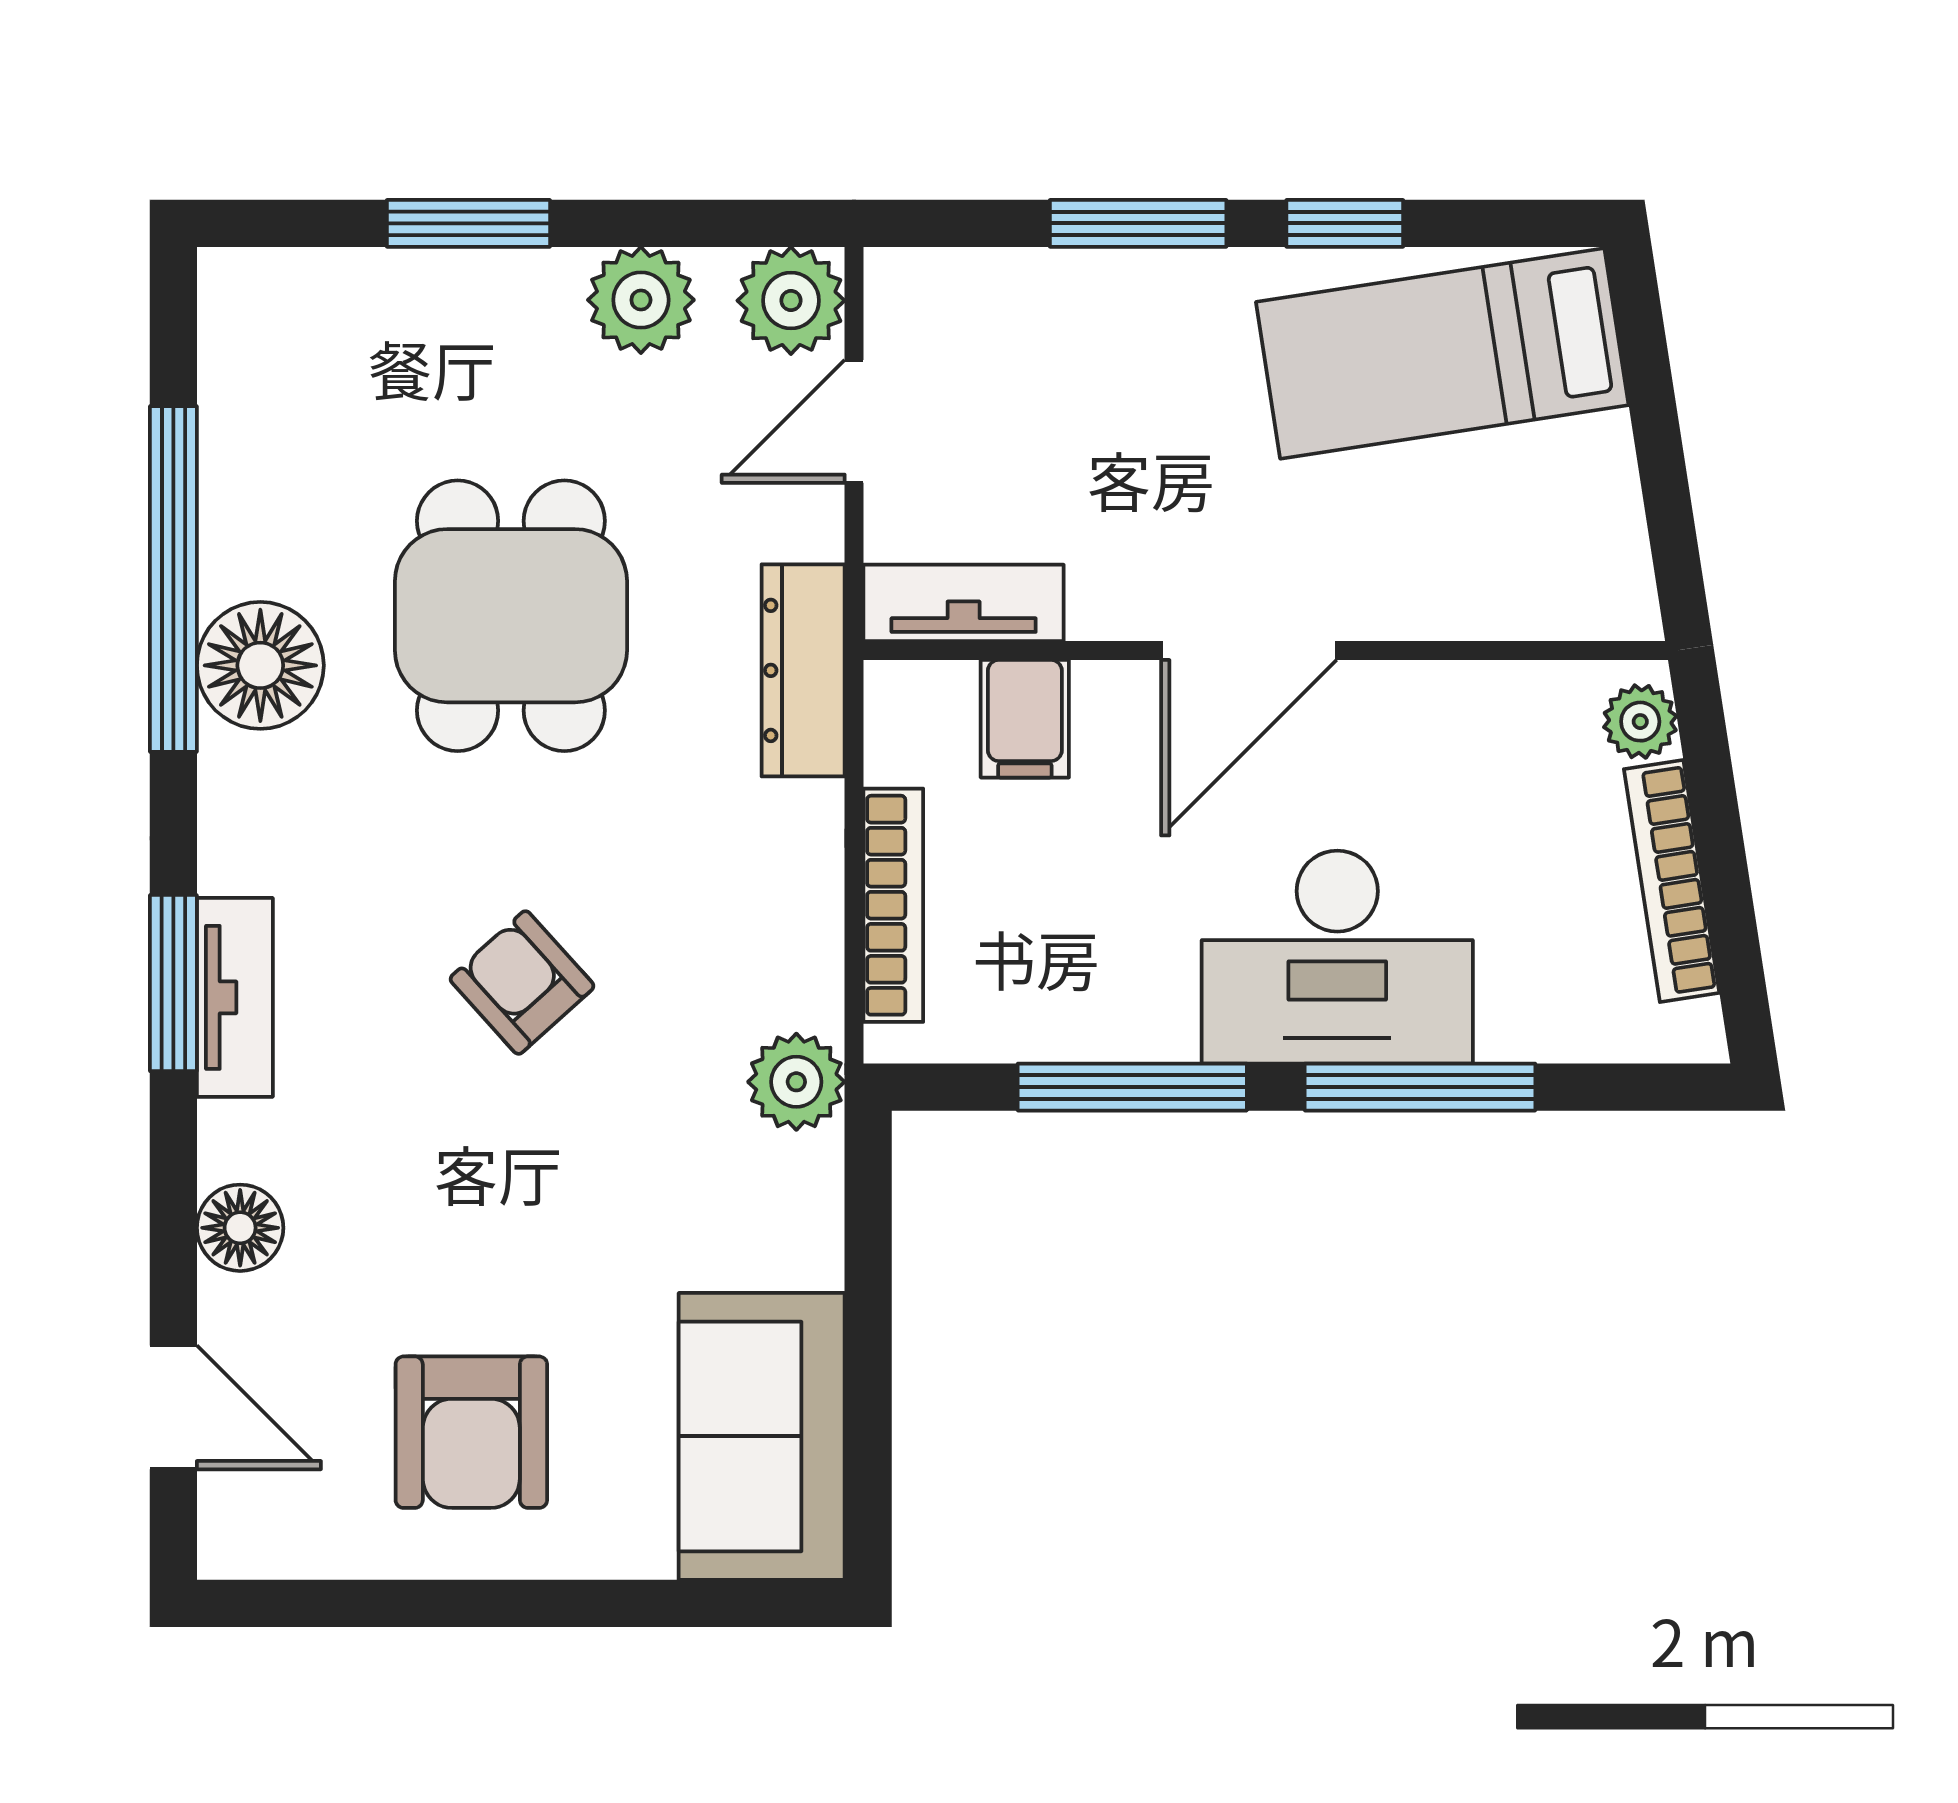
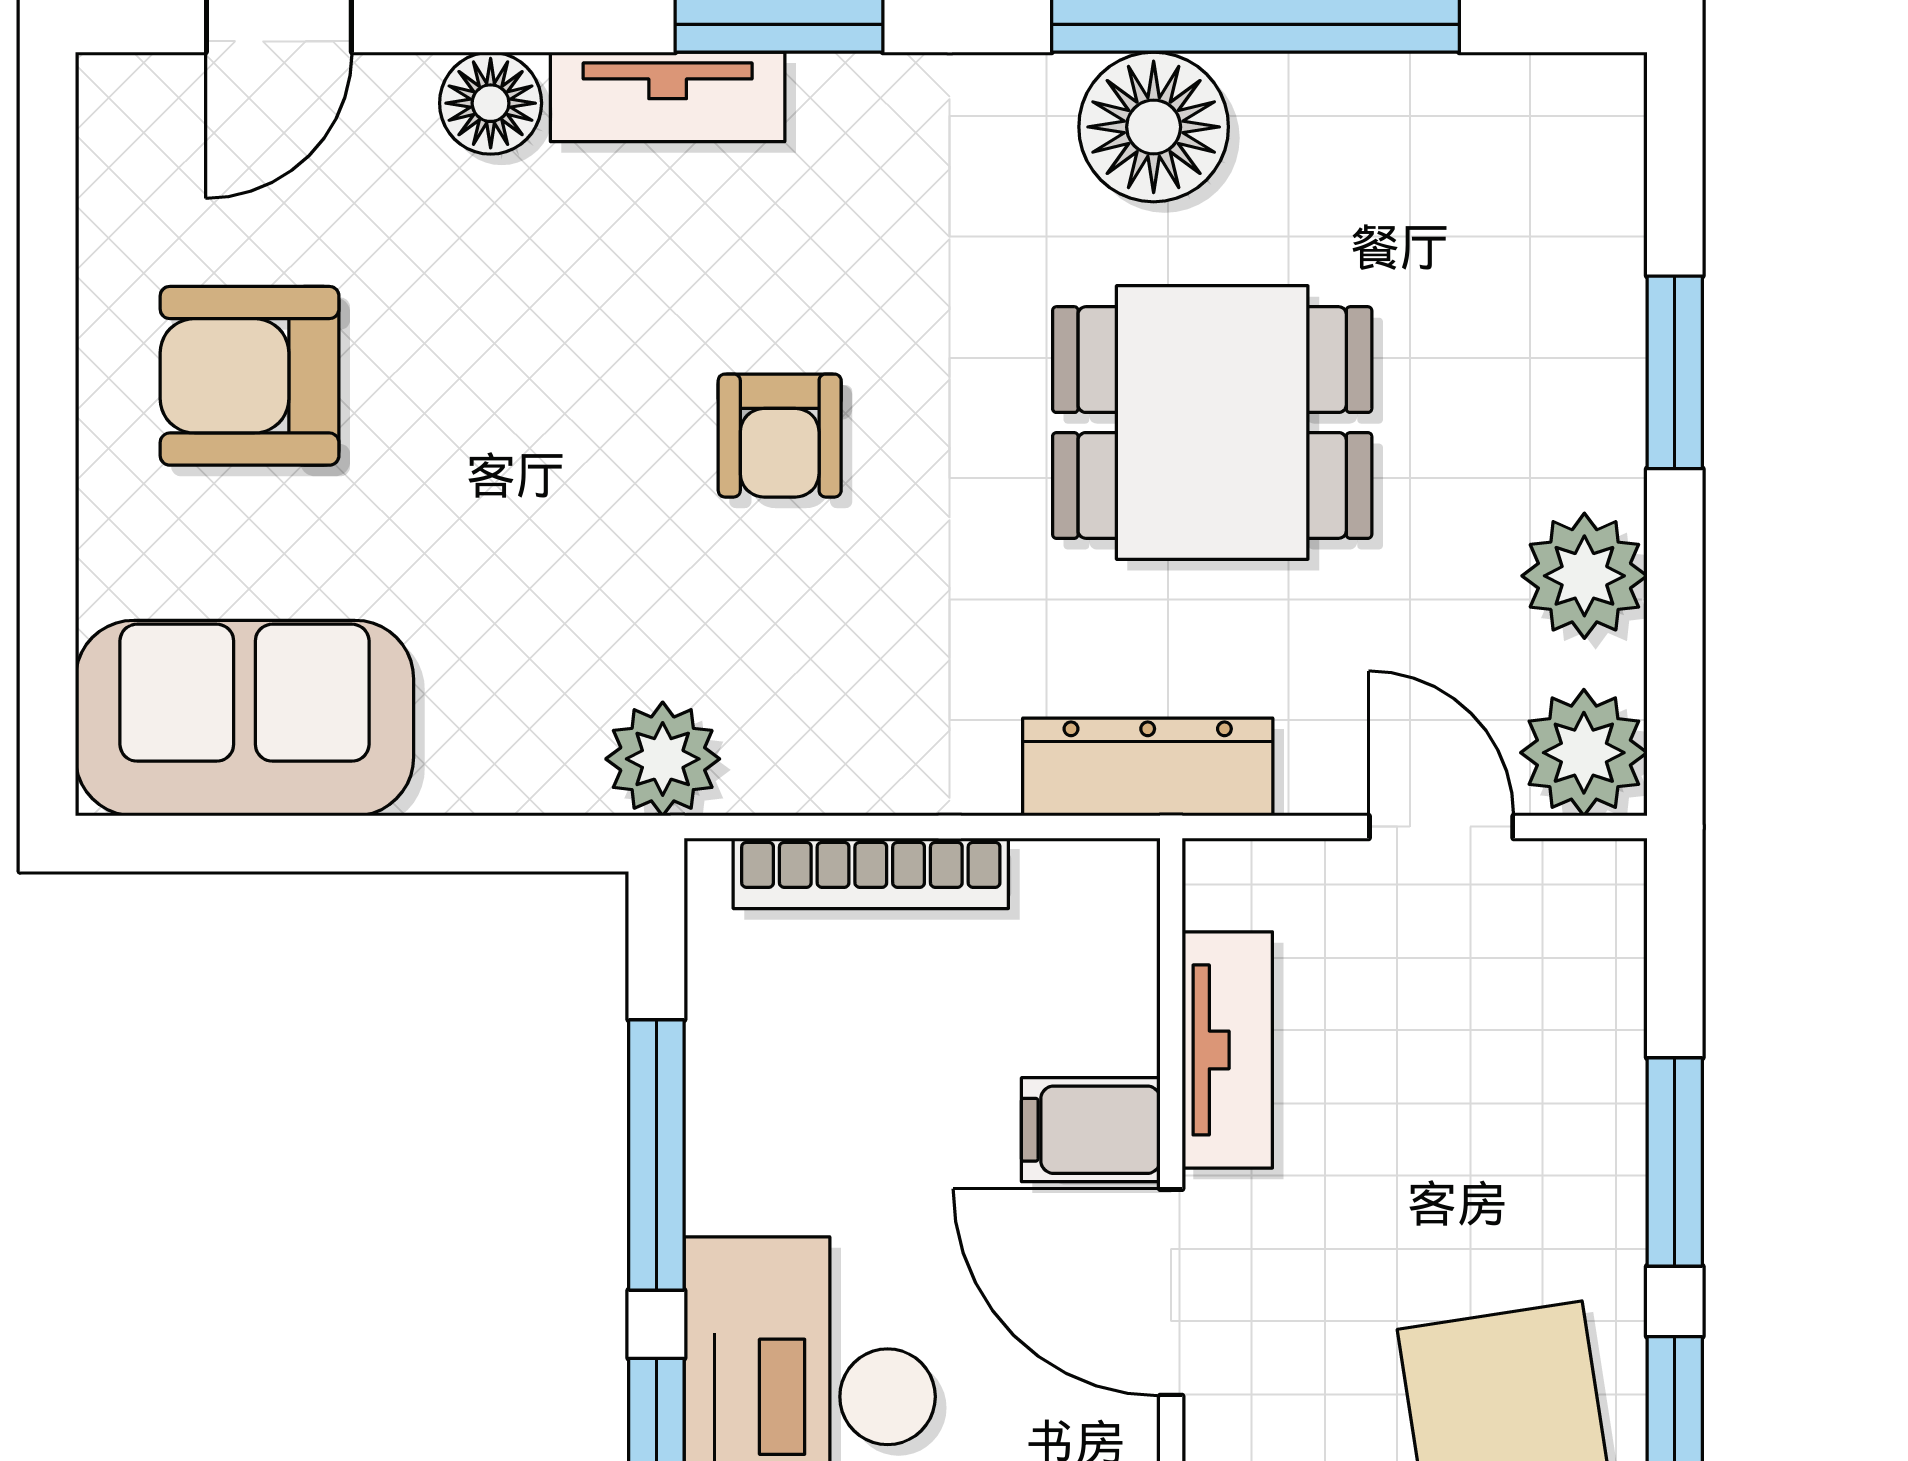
tv unit: (964, 603) -> (1227, 1050), moved
filing cabinet: (1025, 719) -> (1091, 1130), moved
armchair: (522, 983) -> (780, 436), turned 132
tv unit: (235, 997) -> (668, 97), moved

